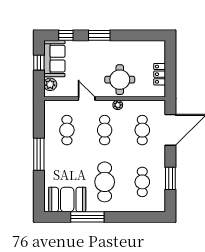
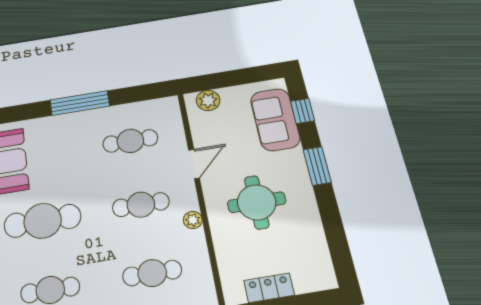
sofa: (54, 59) -> (275, 119), moved, turned 90
window: (39, 63) -> (243, 76), removed
round table: (120, 80) -> (257, 202), moved

